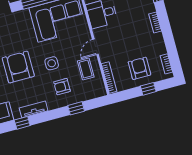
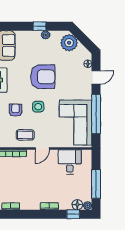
door: (95, 47) -> (42, 149), swing flipped
armchair: (139, 68) -> (13, 182), removed

